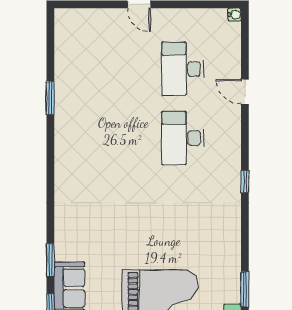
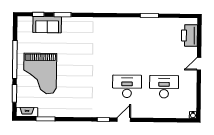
printer: (87, 23) -> (189, 36), added
door: (245, 92) -> (124, 120), moved

